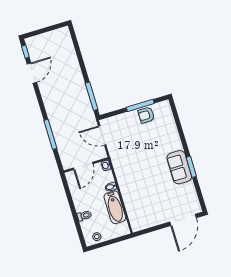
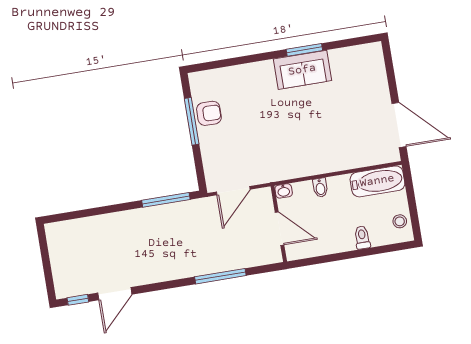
door: (32, 73) -> (115, 294), swing flipped
armchair: (146, 115) -> (209, 113), turned -89
bathtub: (115, 207) -> (377, 181), moved
door: (183, 220) -> (399, 125), moved

